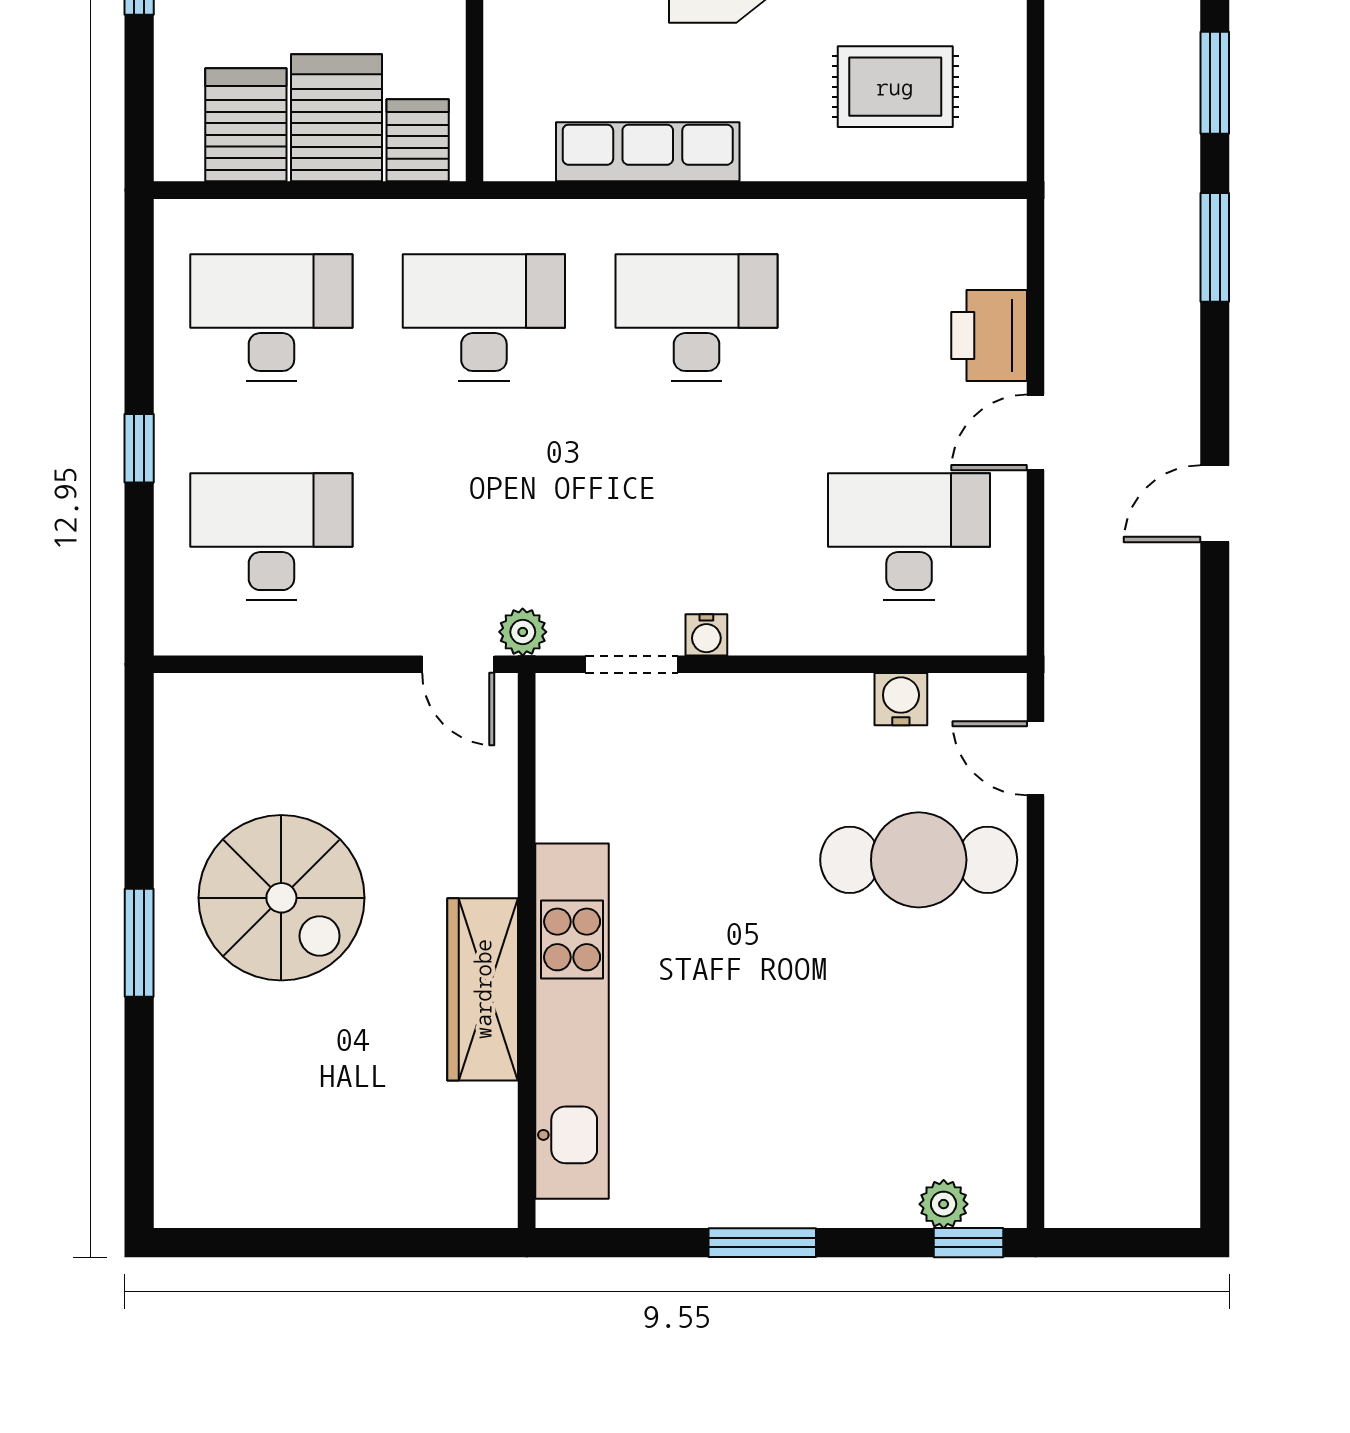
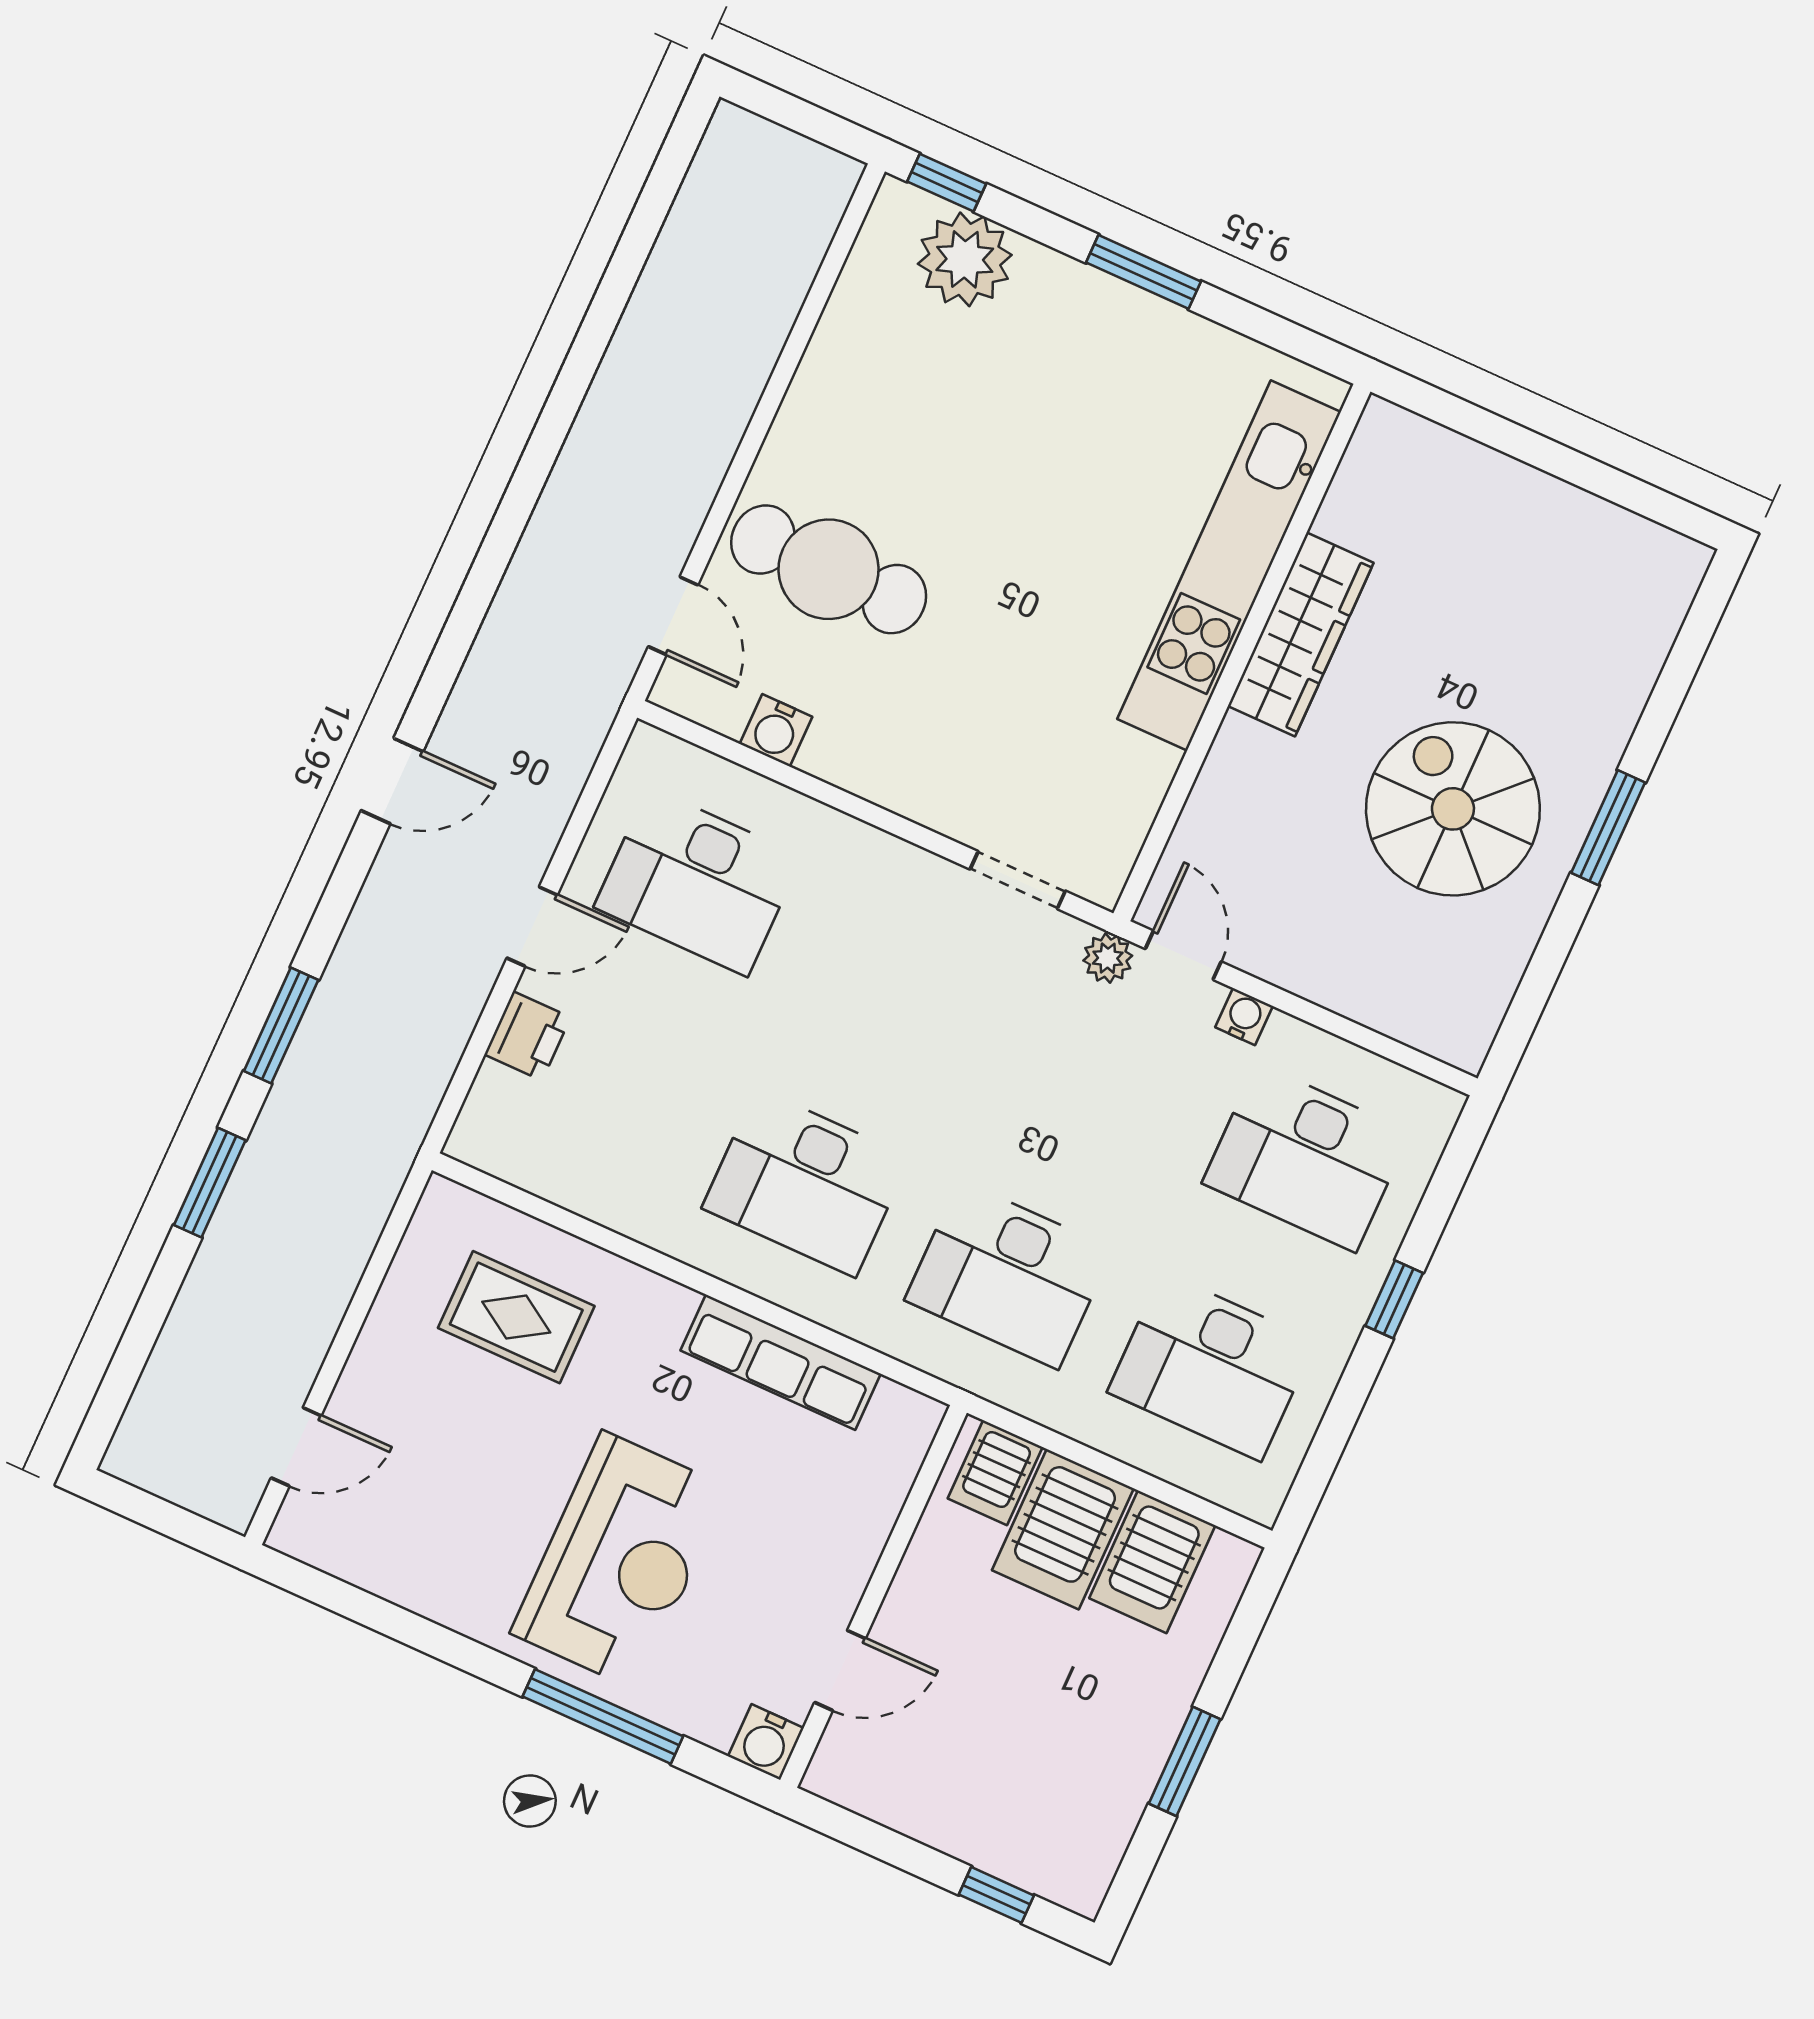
printer: (989, 336) -> (527, 1036), width x0.73, depth x0.81
water cooler: (706, 635) -> (1244, 1017), moved
plant: (944, 1204) -> (965, 259), width x1.88, depth x1.88

